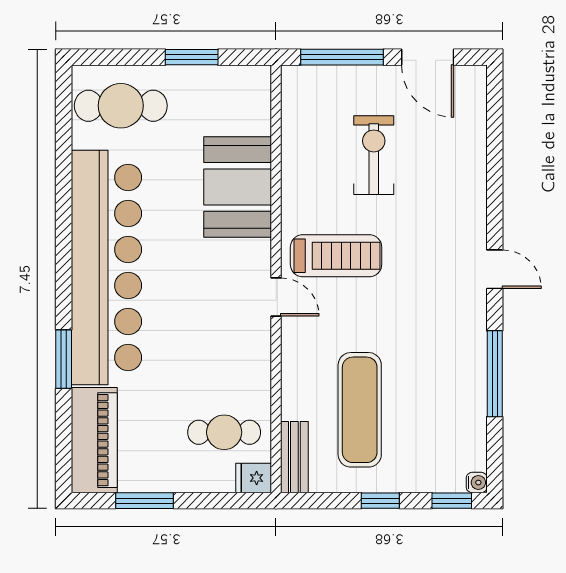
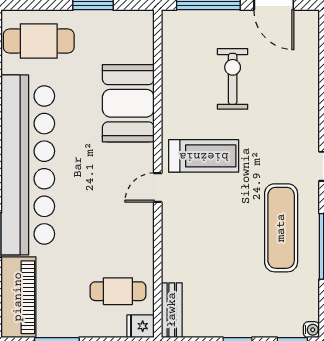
door: (276, 297) -> (158, 188), swing flipped
exercise mat: (360, 410) -> (281, 228), moved

